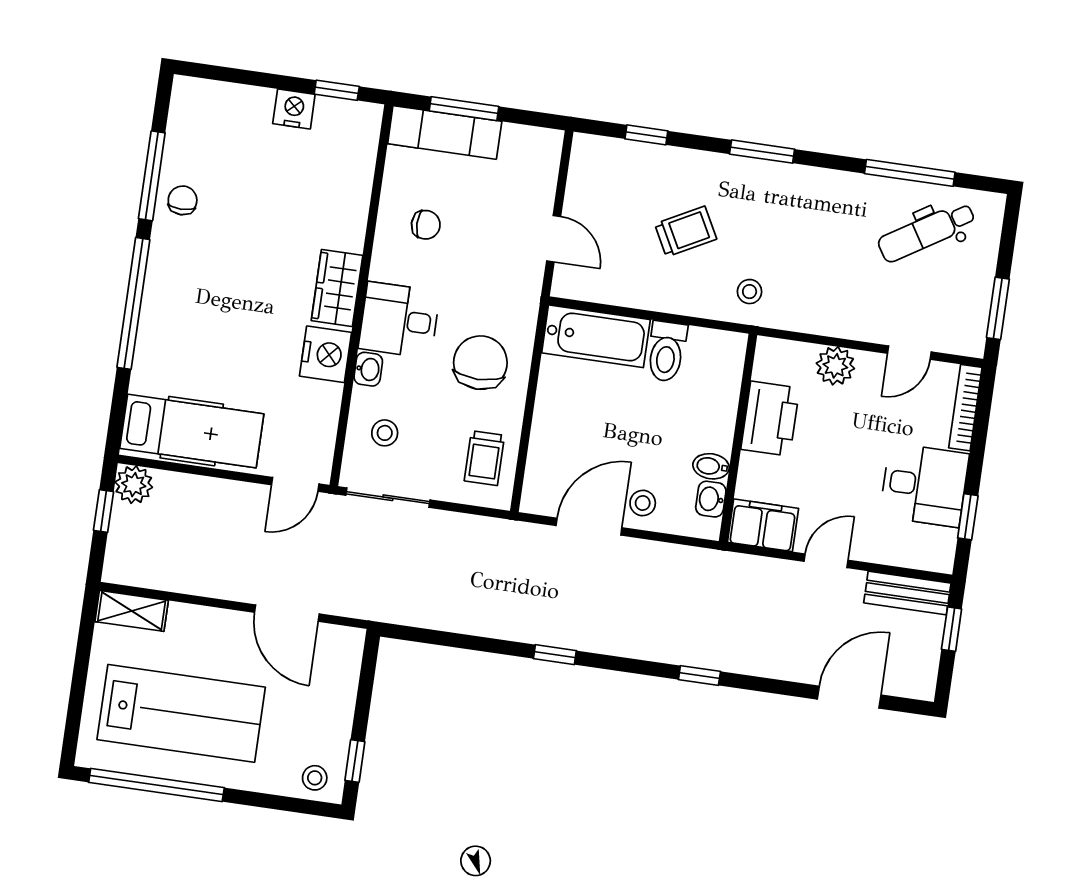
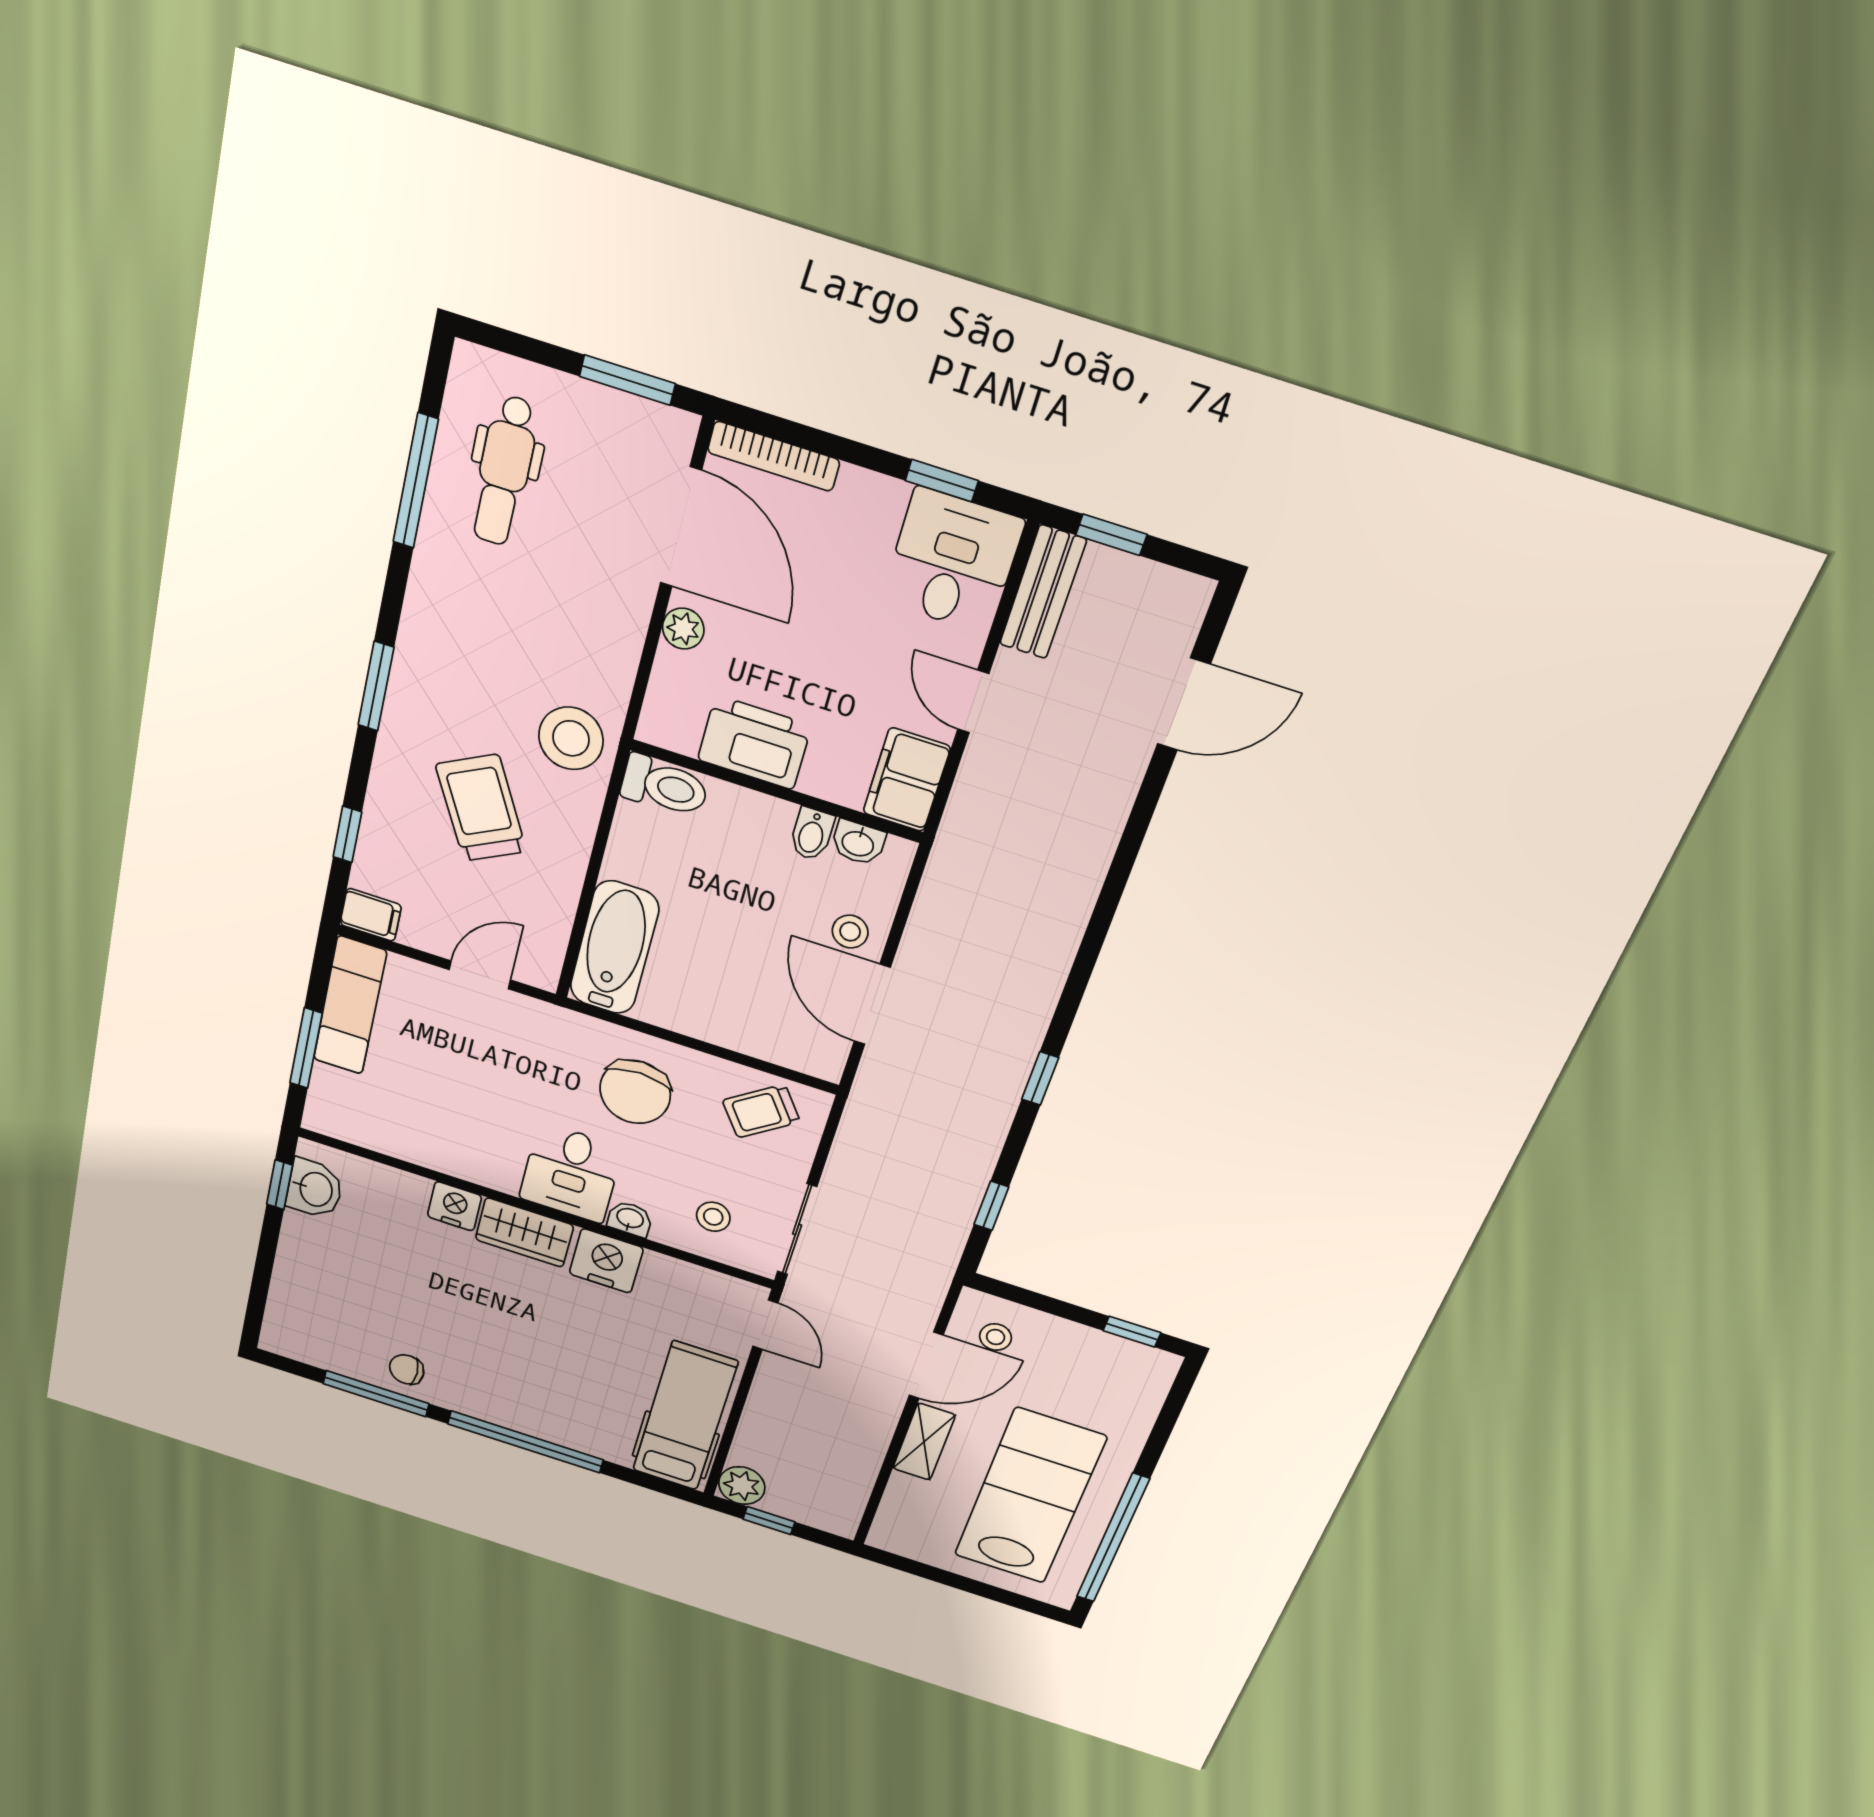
nightstand: (294, 109) -> (455, 1206), moved, turned 90
washbasin: (339, 119) -> (315, 1189), added
exam couch: (445, 132) -> (350, 1005), moved
filing cabinet: (586, 155) -> (371, 915), added
chair: (426, 225) -> (452, 1120), removed
trolley: (686, 232) -> (481, 808), width x1.36, depth x1.39
dental chair: (927, 232) -> (504, 471), turned 32
stool: (750, 292) -> (571, 738), width x1.89, depth x1.89
toilet: (667, 351) -> (665, 786), moved
door: (909, 353) -> (681, 527), width x1.88
chair: (480, 363) -> (635, 1092), turned -90
plant: (835, 366) -> (683, 629), width x0.73, depth x0.73
trolley: (484, 458) -> (761, 1111), turned 144
desk: (924, 485) -> (952, 561), moved
shelving: (132, 611) -> (924, 1442), moved
window: (699, 675) -> (991, 1206), moved
door: (849, 697) -> (1184, 704), swing flipped
stool: (315, 778) -> (996, 1337), moved

